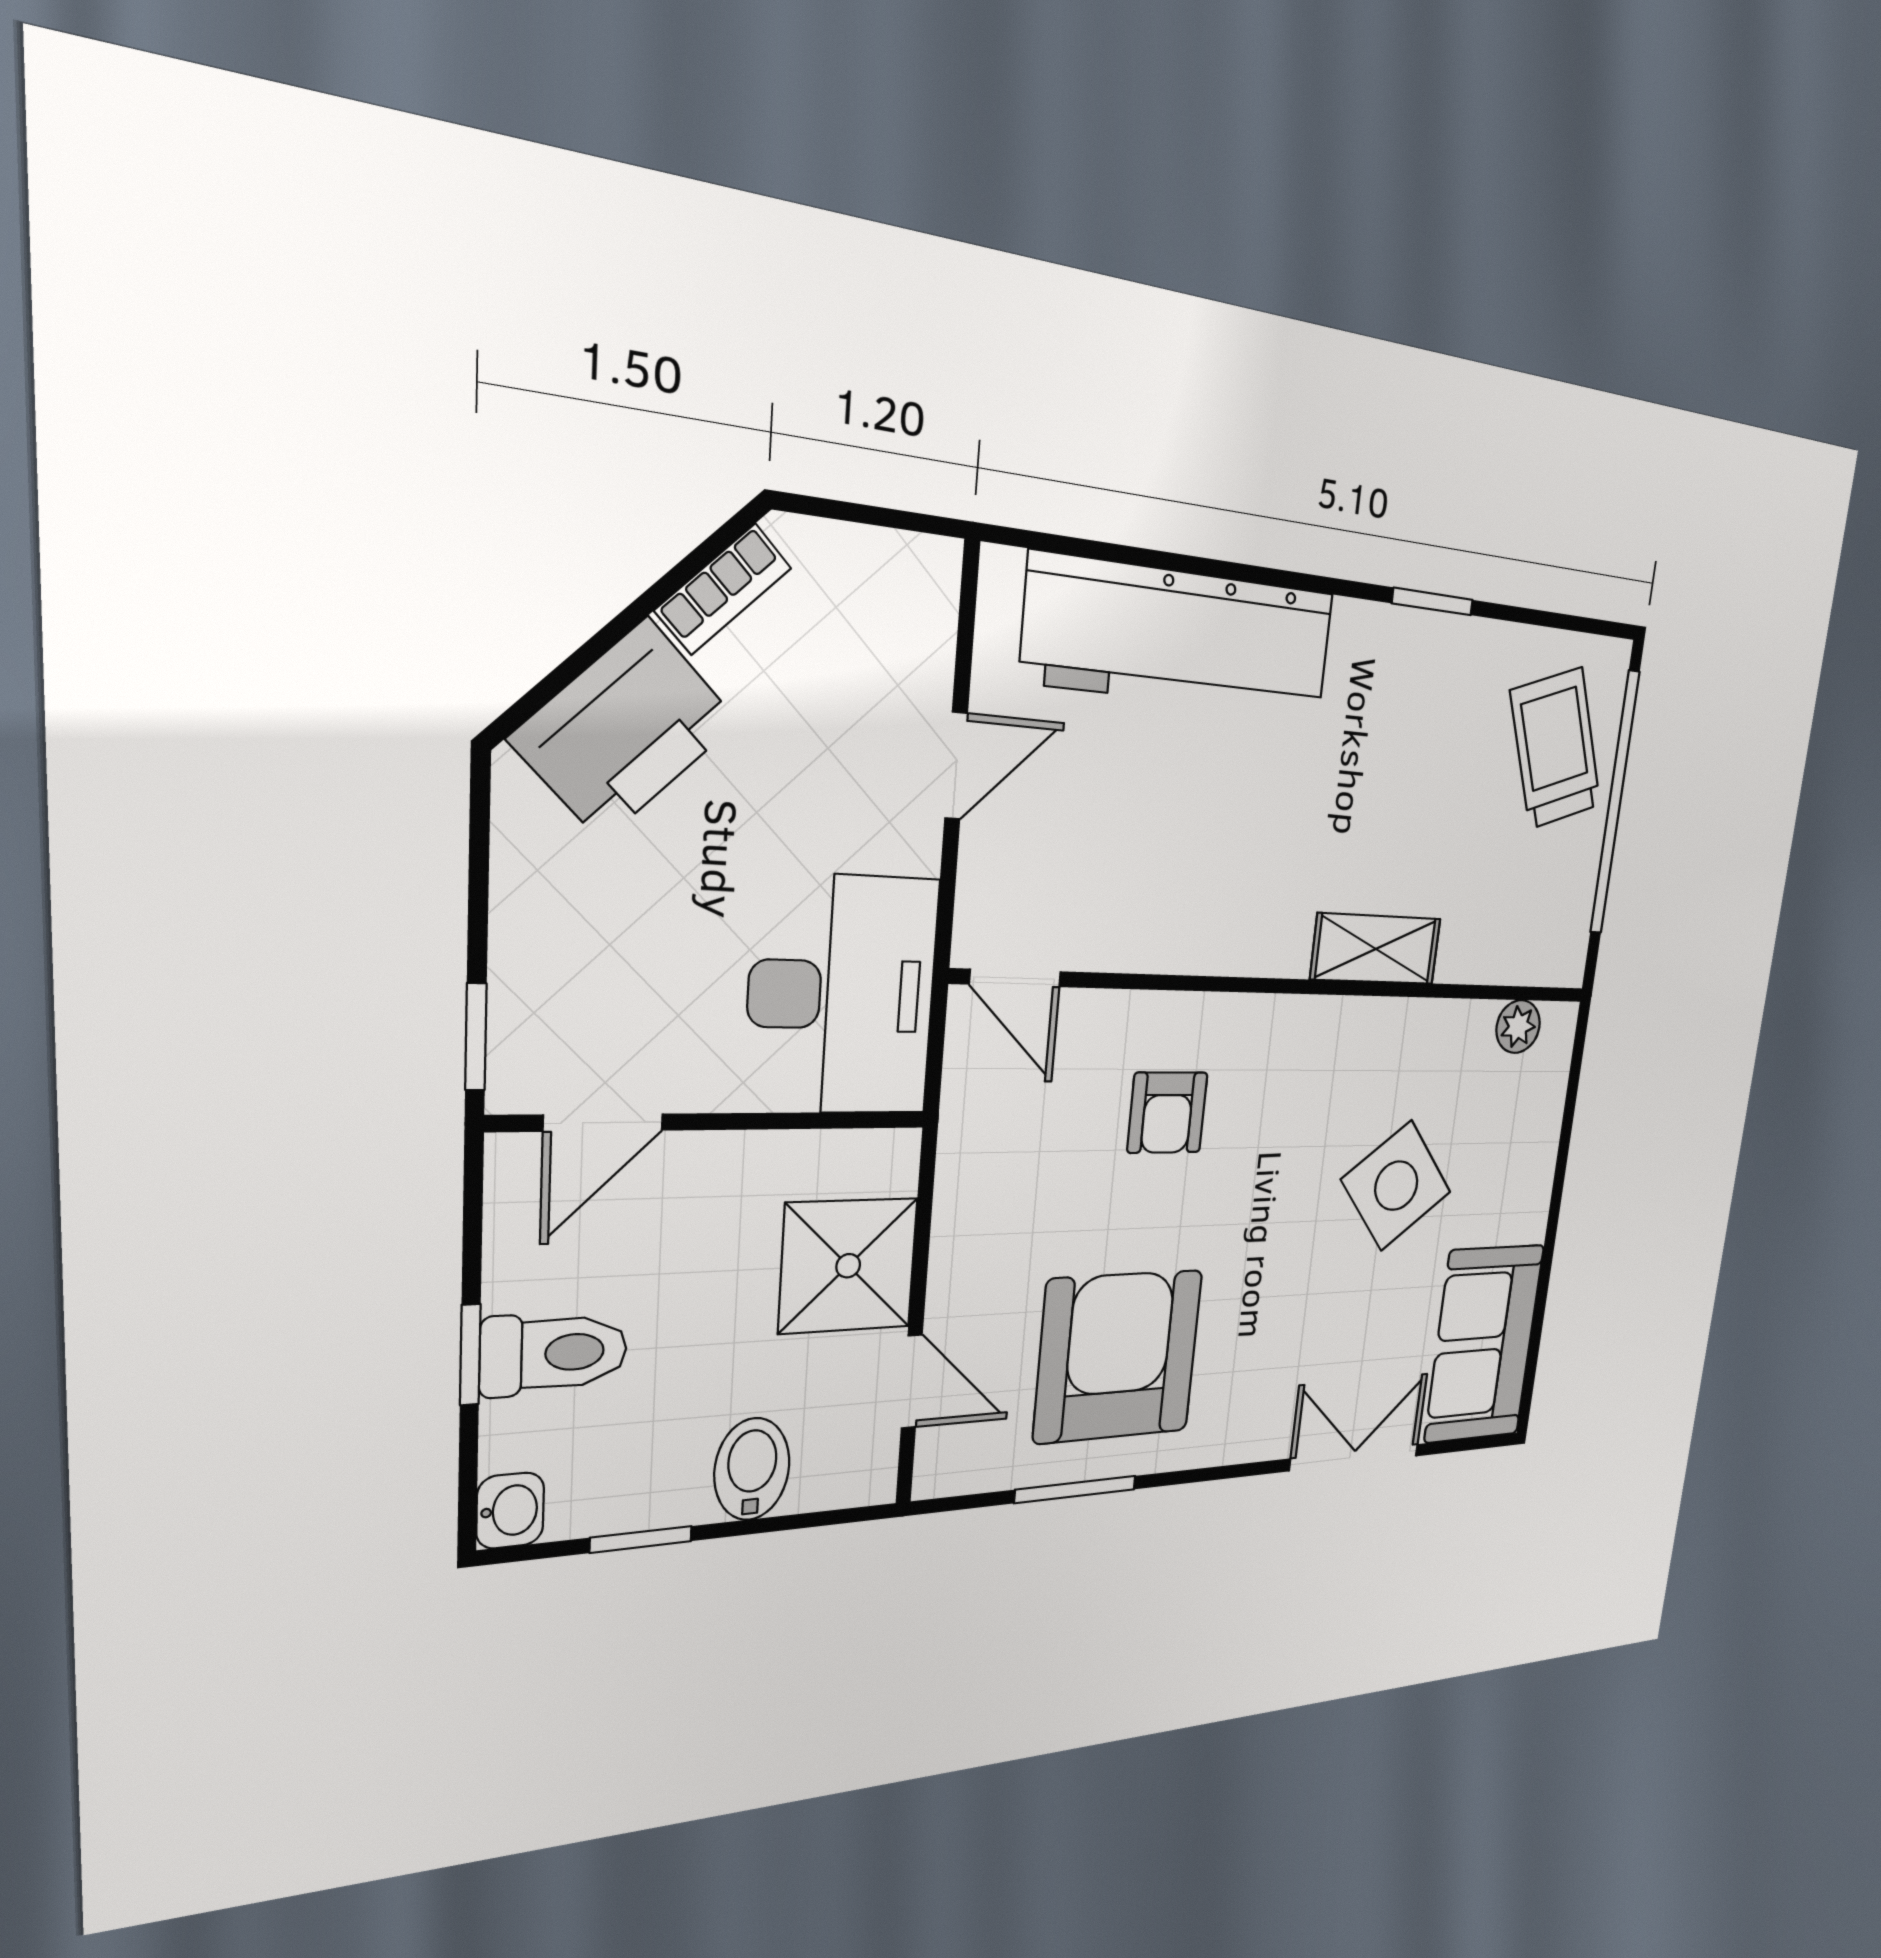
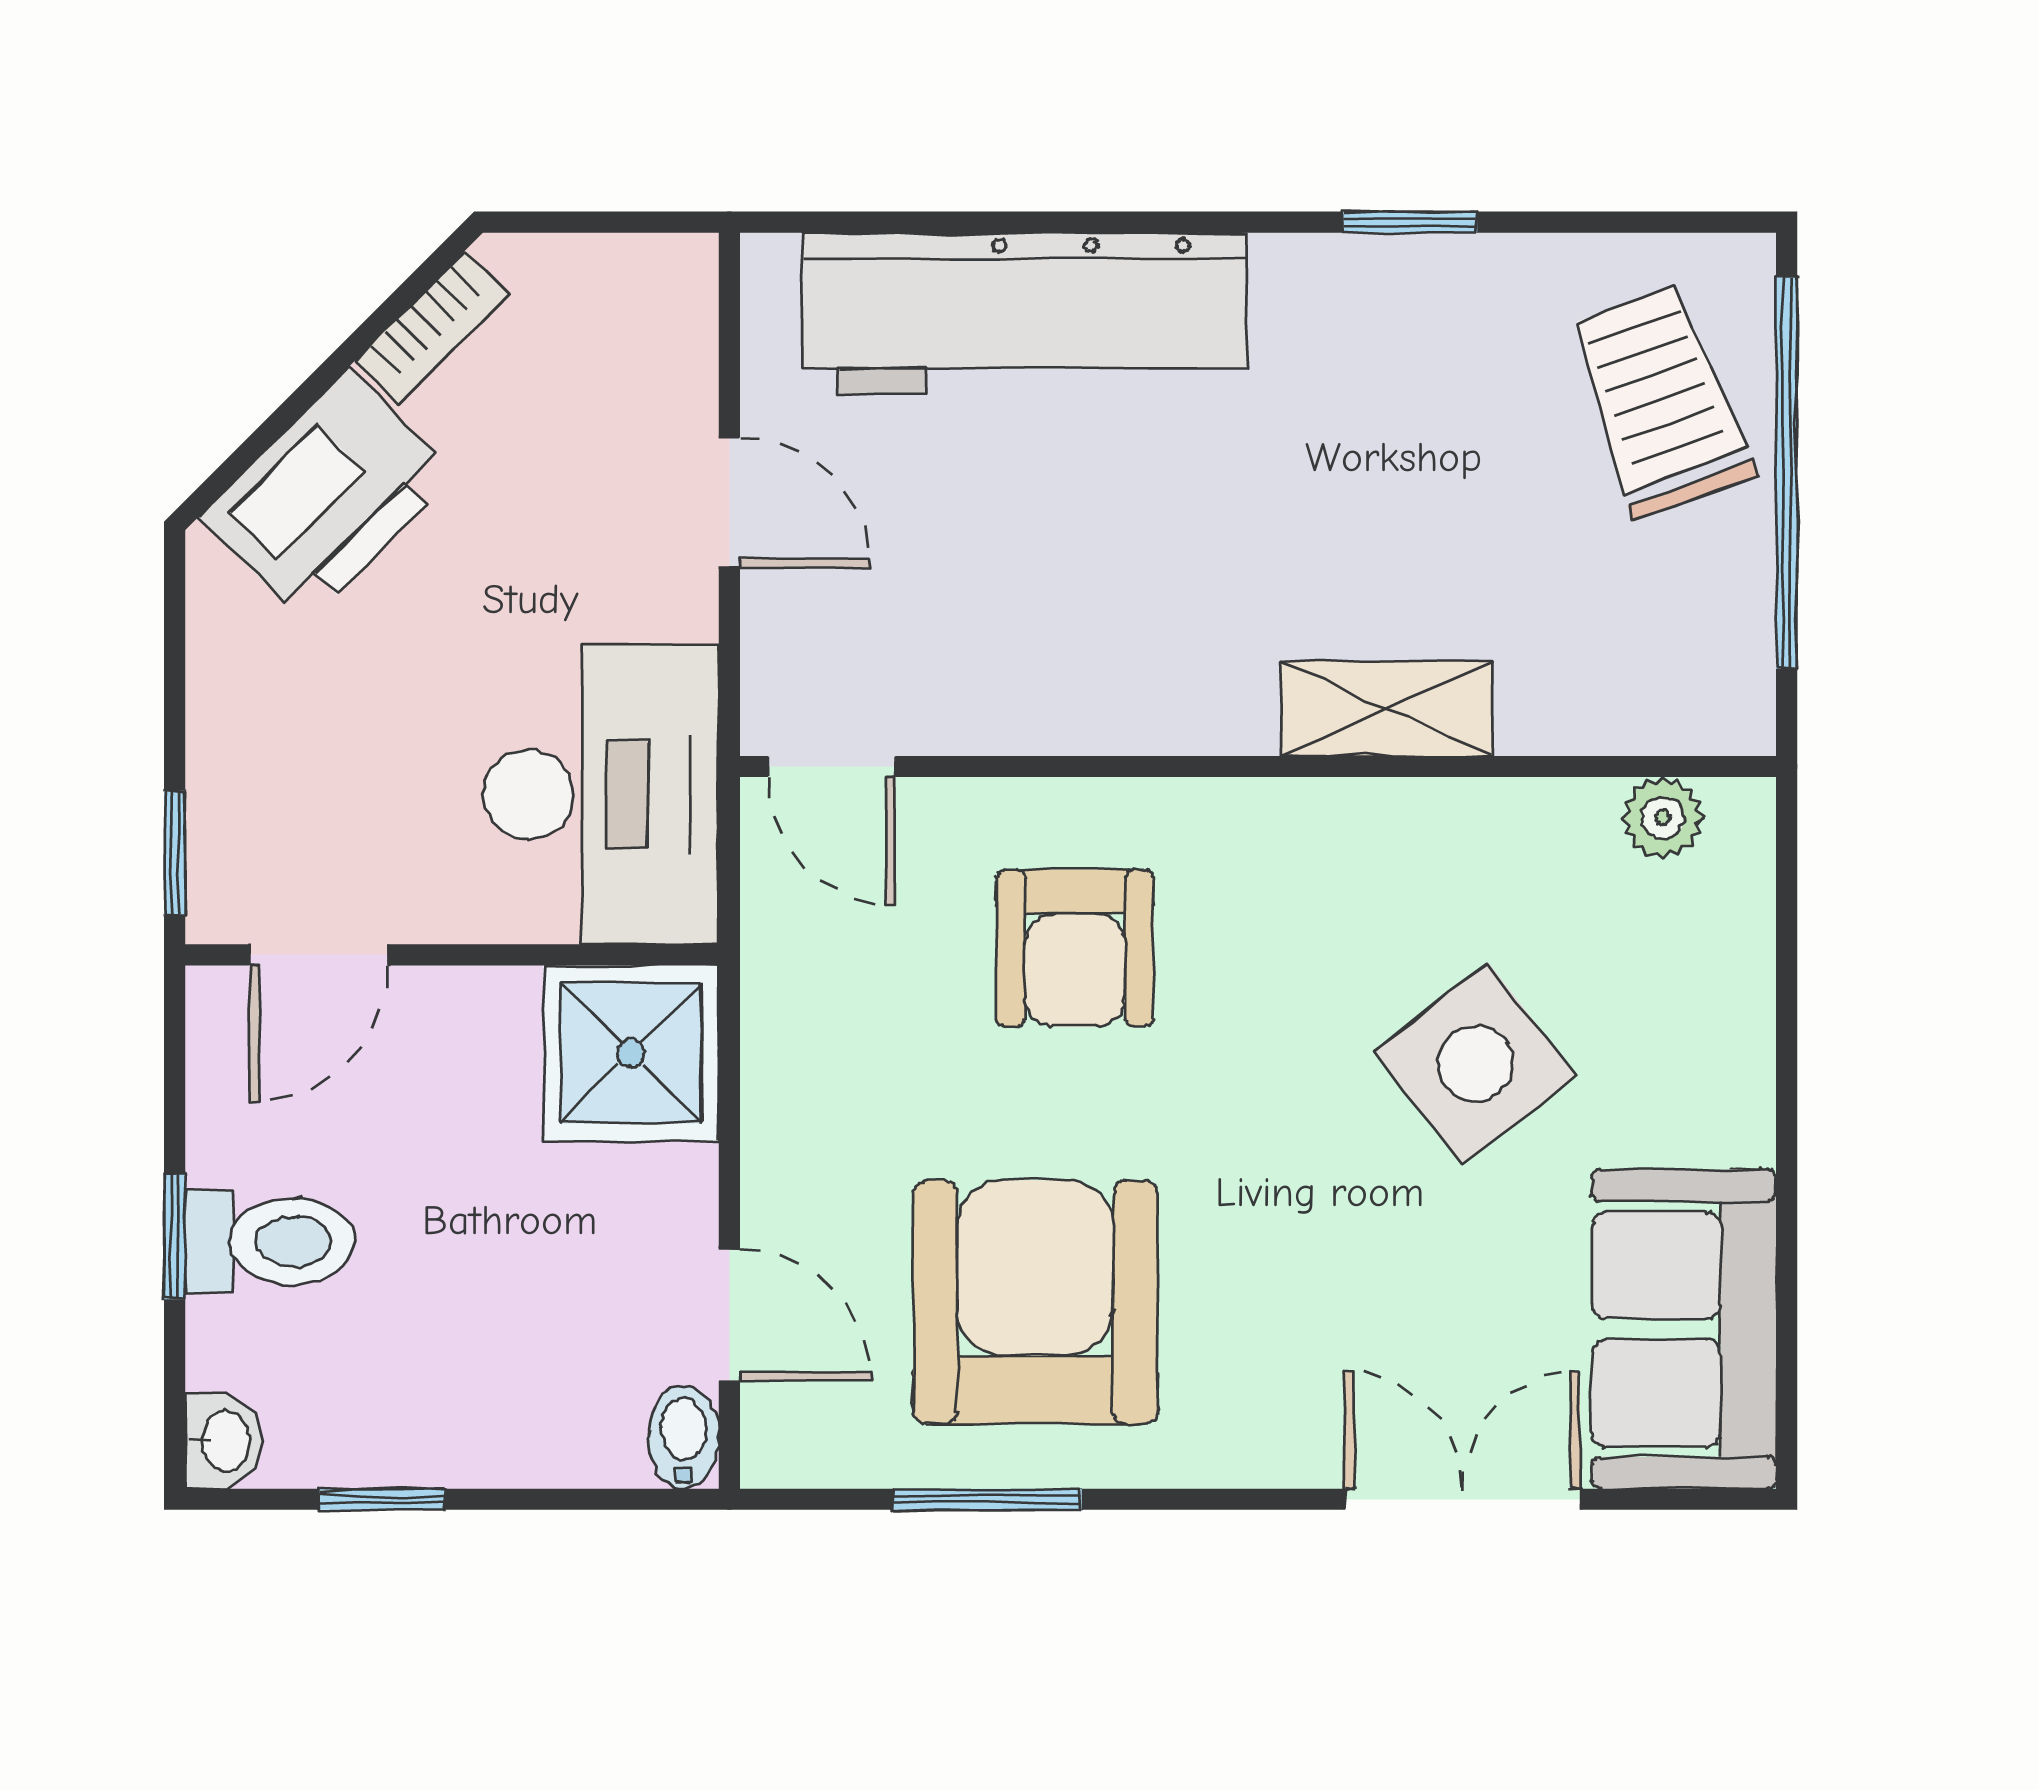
door: (956, 766) -> (729, 503), hinge flipped
armchair: (1167, 1113) -> (1075, 948), width x1.38, depth x1.38
shower: (848, 1266) -> (631, 1053), moved
bidet: (752, 1469) -> (684, 1437), moved, width x0.72, depth x0.74

